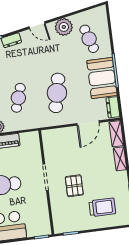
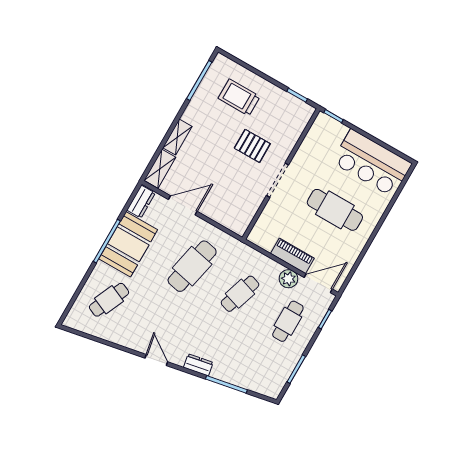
plant: (64, 27) -> (128, 335), removed
cafe table: (89, 39) -> (109, 300), turned 42
pallet: (74, 186) -> (252, 146), turned 90

